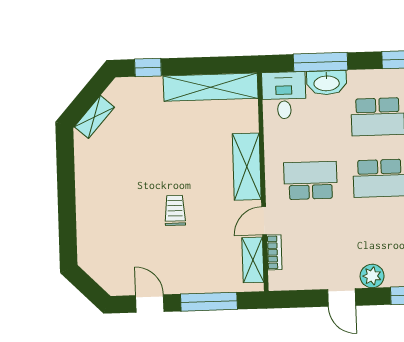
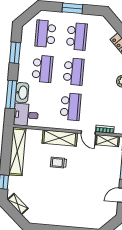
shelving: (94, 117) -> (18, 204), moved
school desk: (310, 180) -> (71, 107), turned 180
trolley: (175, 210) -> (58, 163), moved

